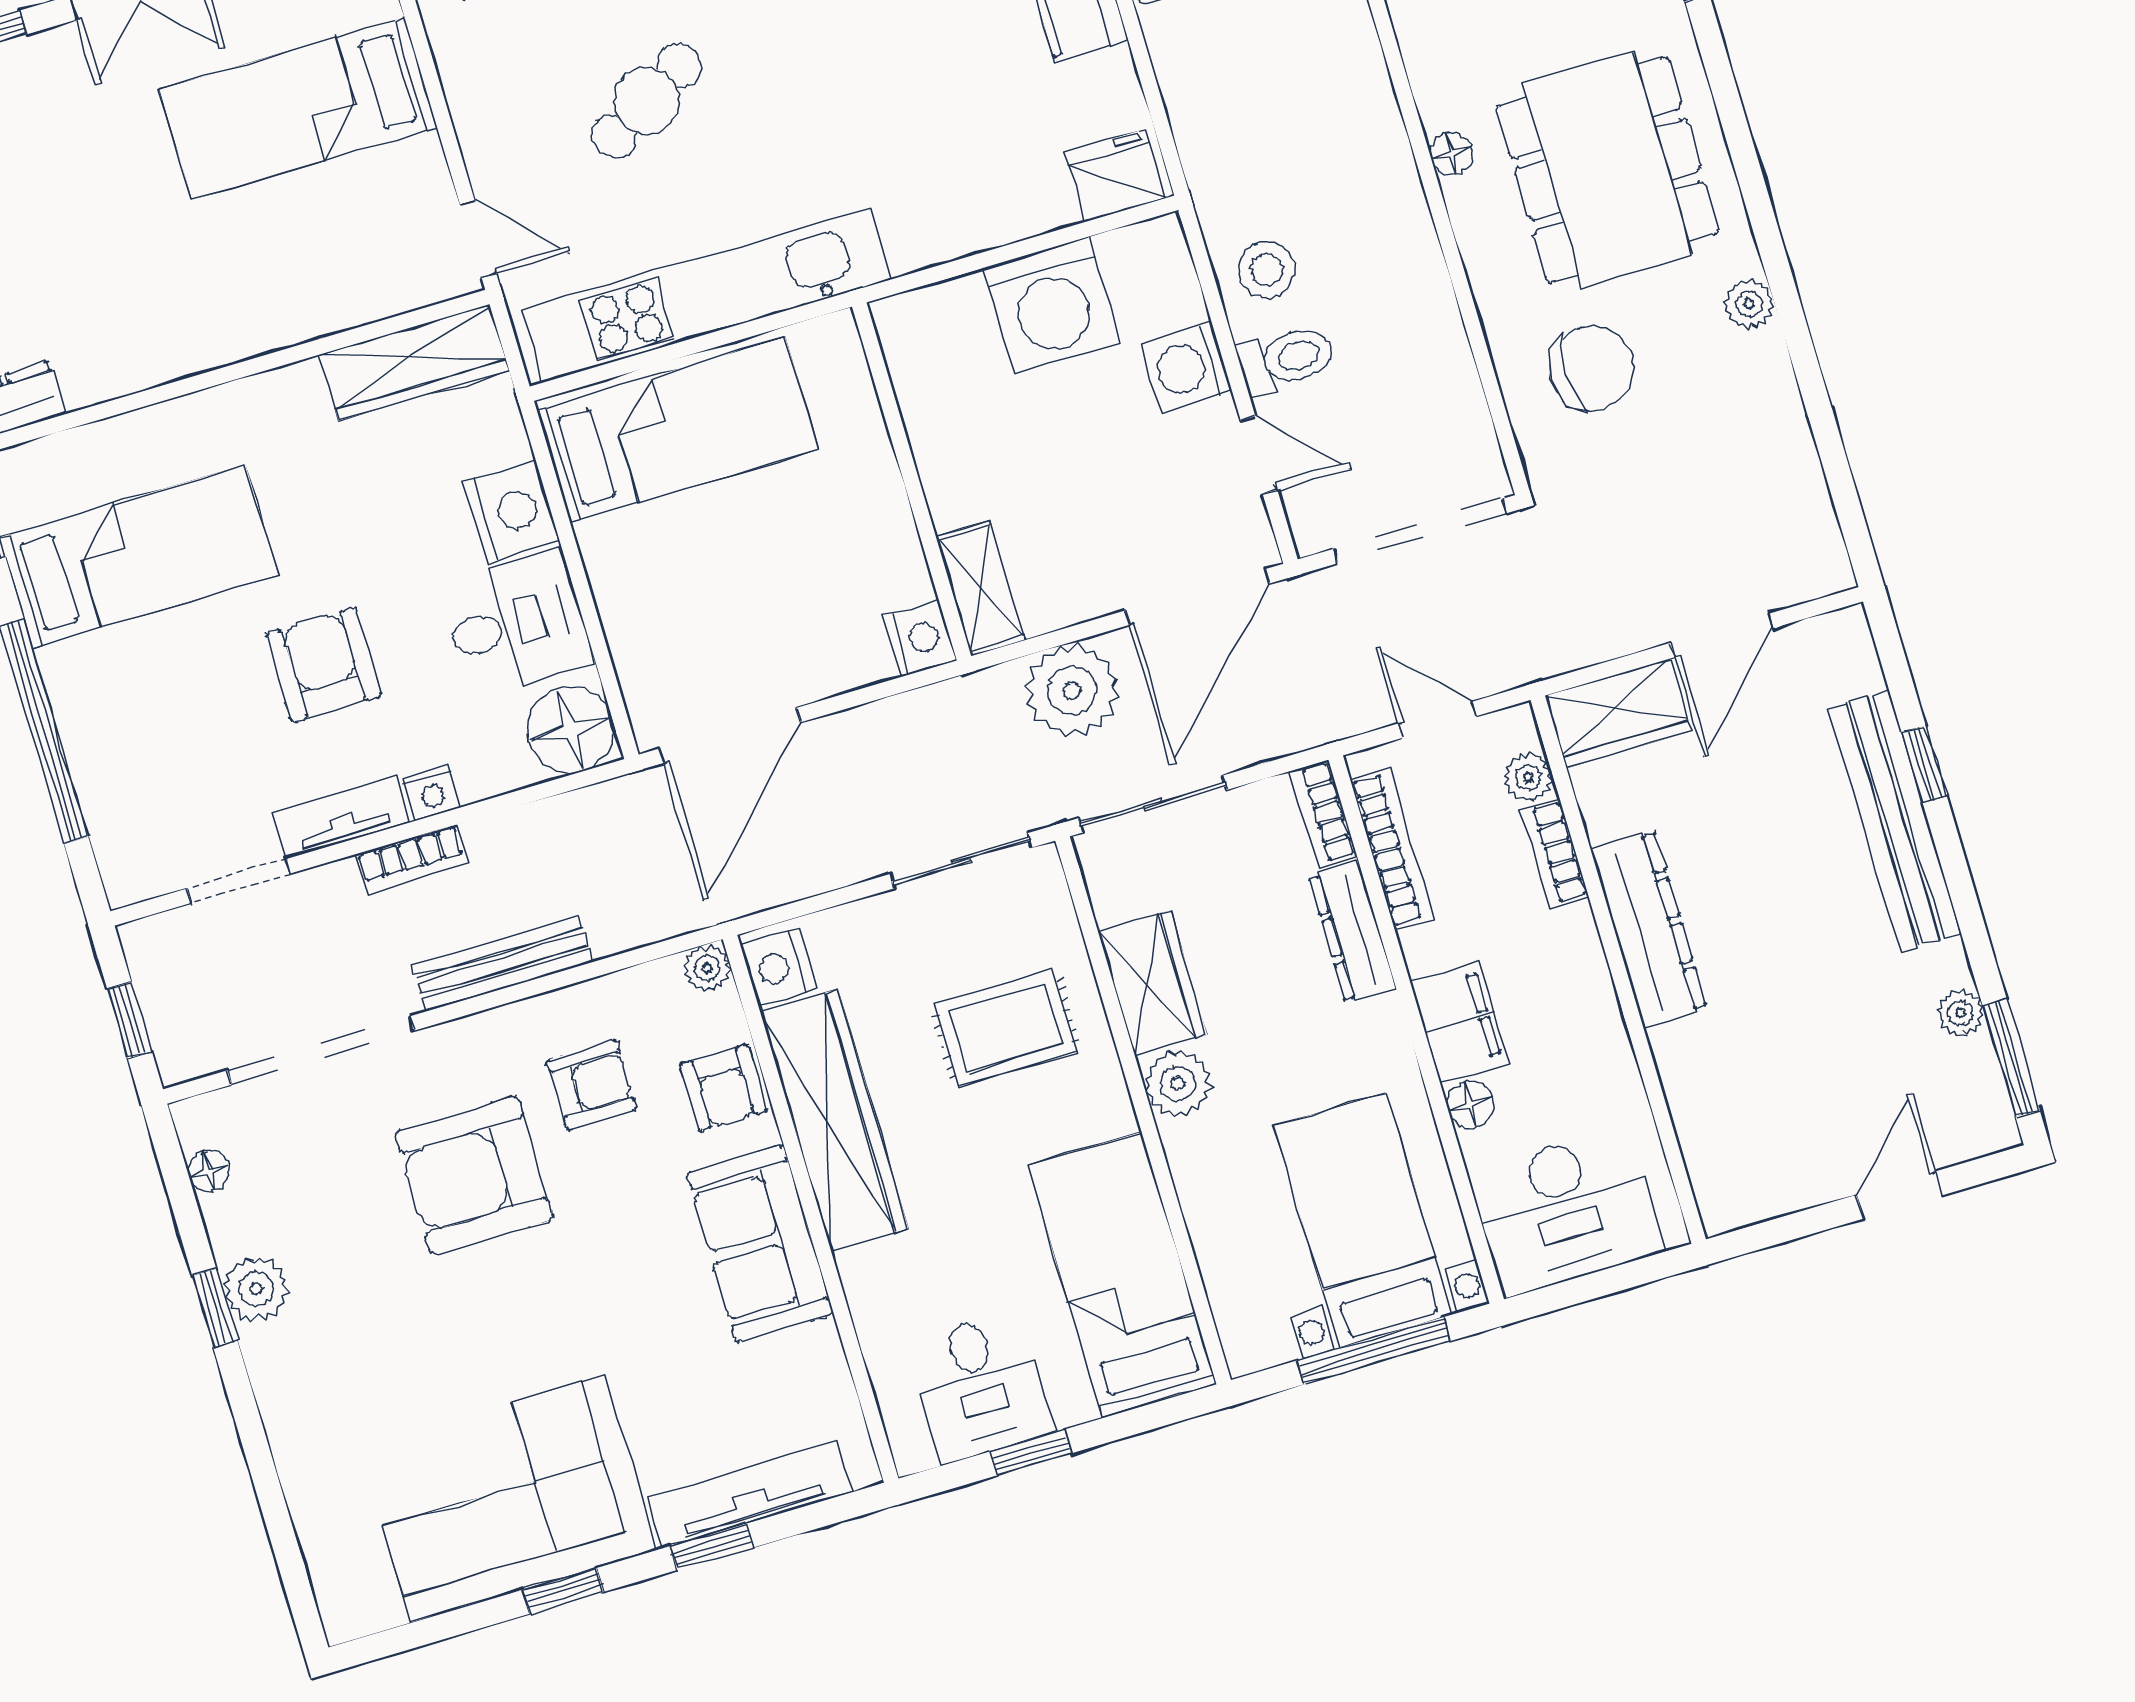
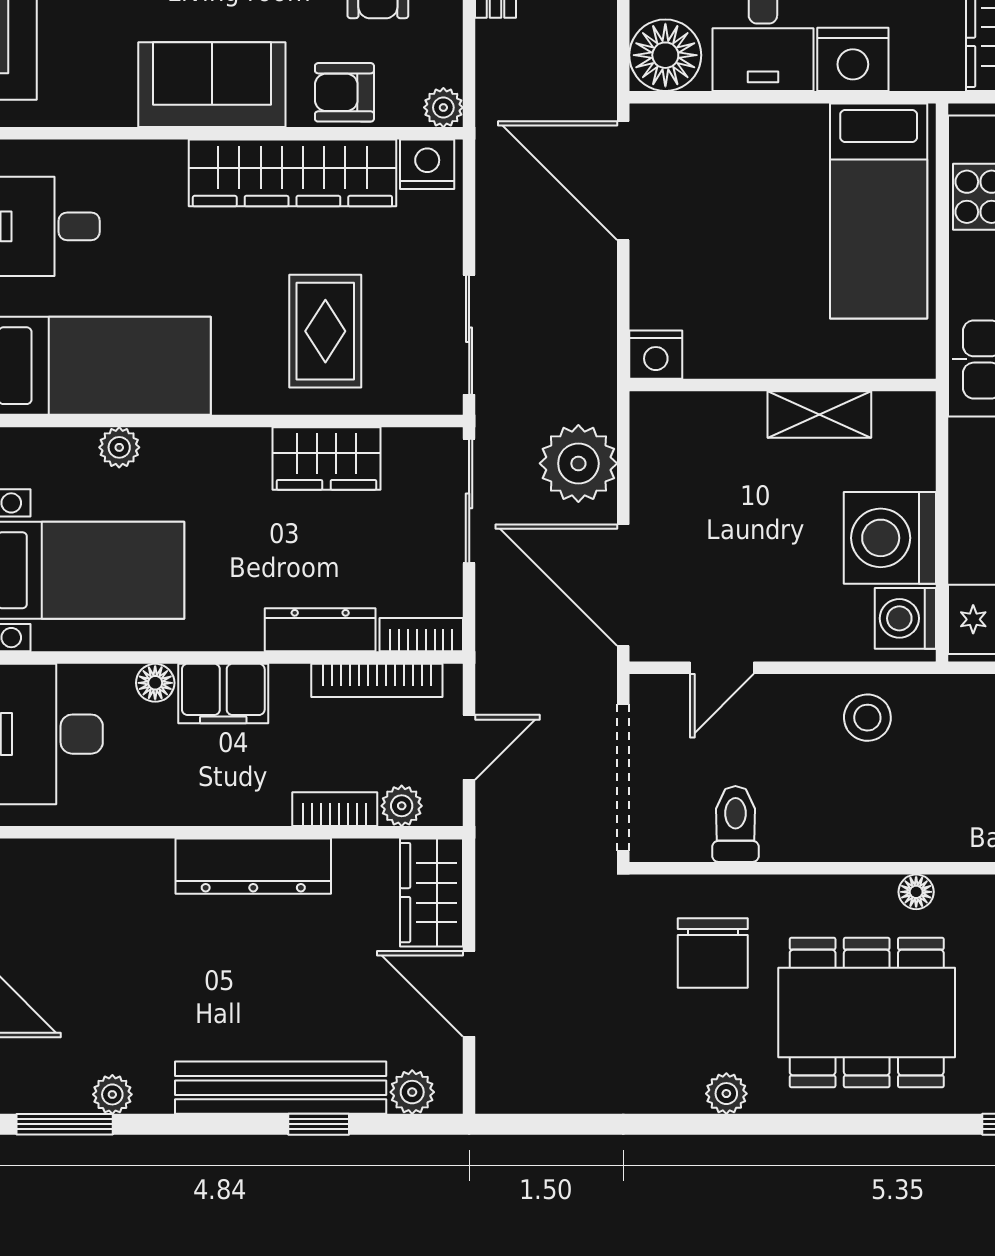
toilet: (1286, 359) -> (735, 824), moved, turned 180
washing machine: (1187, 367) -> (905, 618), moved, turned -90
shelving: (980, 588) -> (819, 415), moved
plant: (1855, 667) -> (412, 1092), added
plant: (1178, 1084) -> (119, 447), moved, width x0.73, depth x0.73

